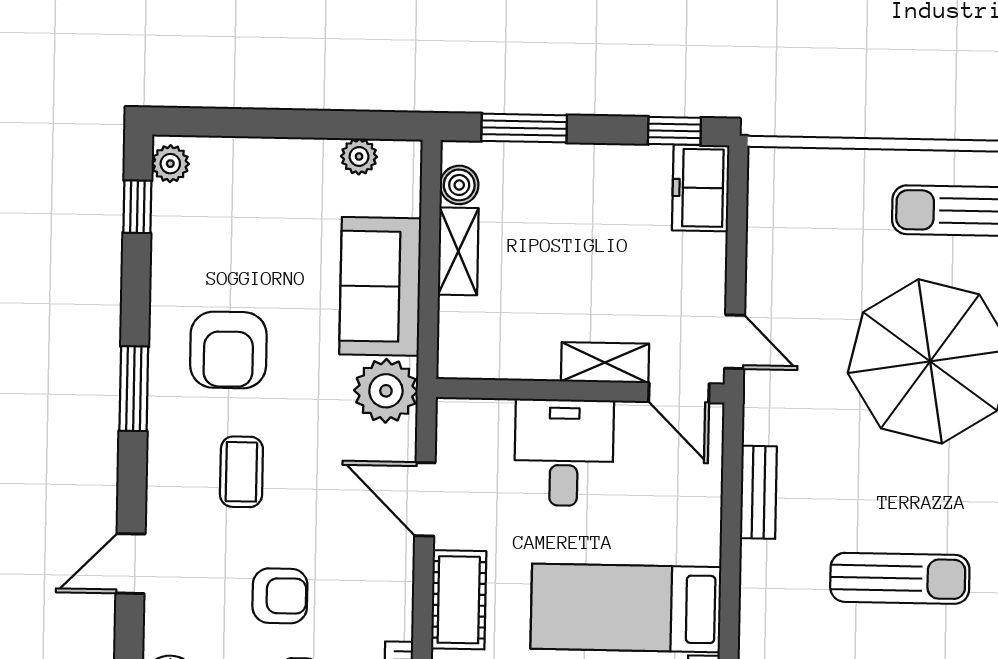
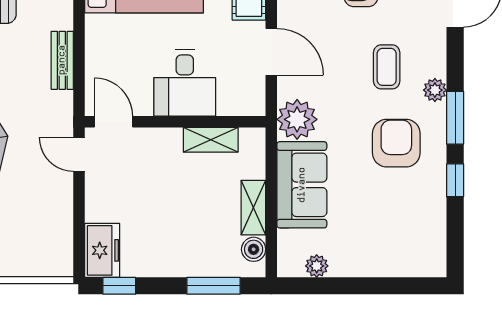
plant: (170, 164) -> (435, 90), moved
window: (137, 207) -> (455, 180), moved
shelving: (605, 363) -> (211, 140), moved

